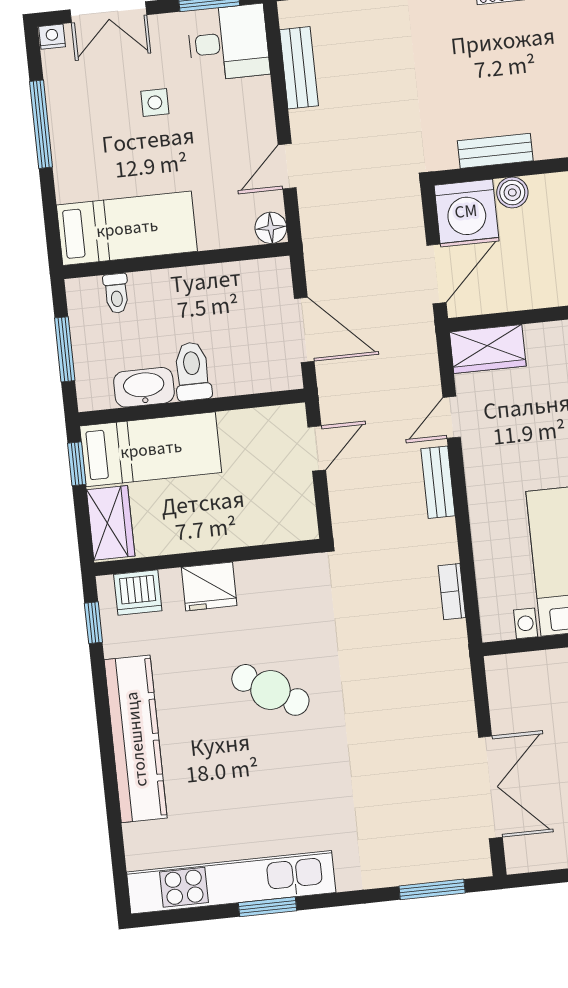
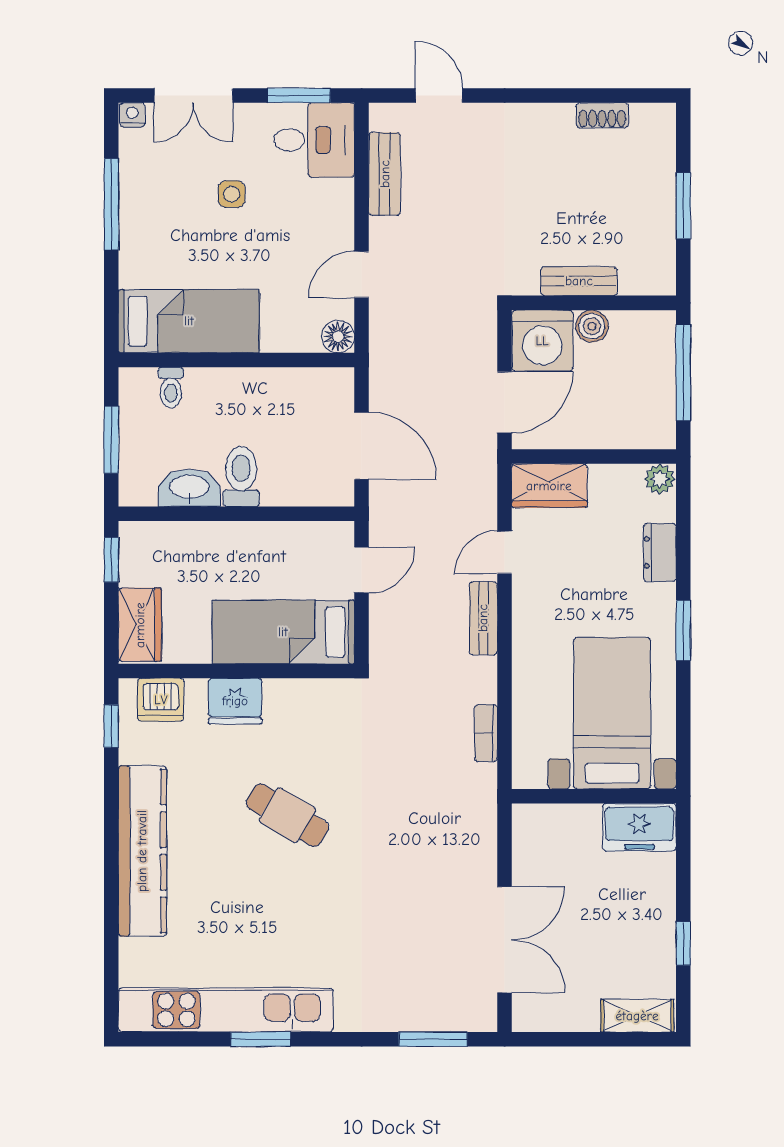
bed: (151, 449) -> (283, 632), moved, turned 180

